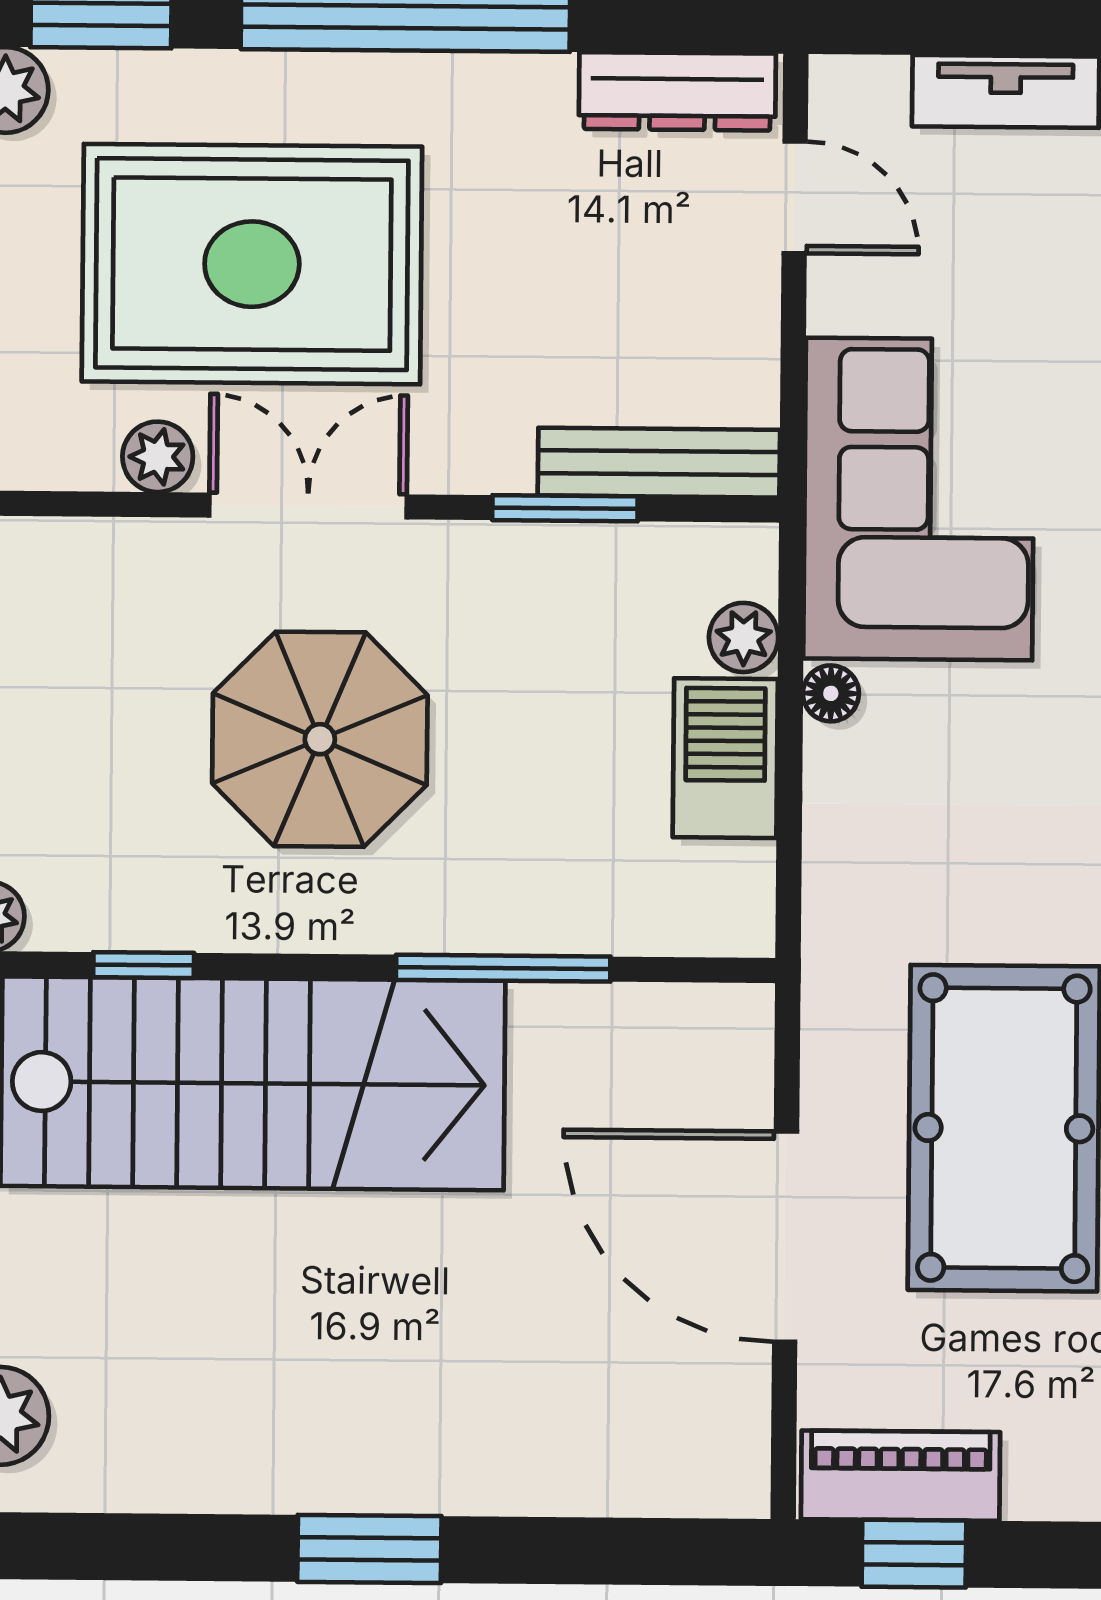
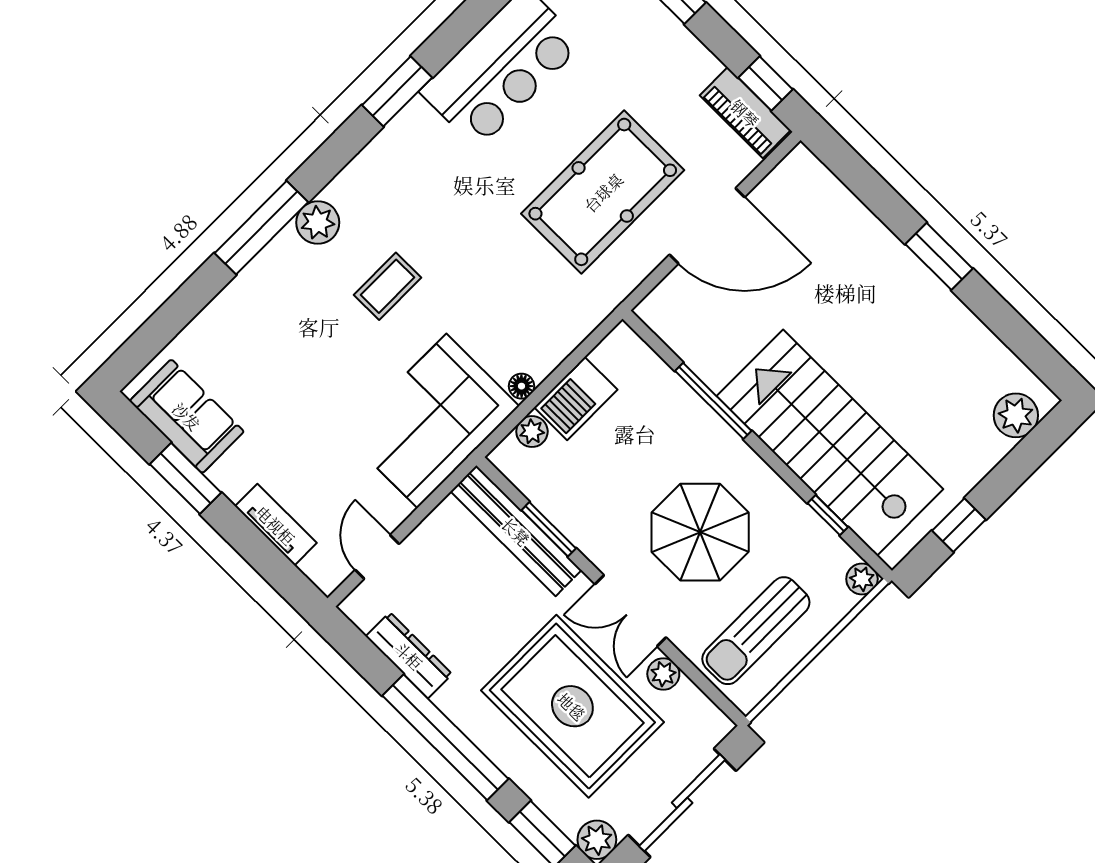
dresser: (677, 91) -> (409, 655), moved
bench: (659, 463) -> (516, 531), width x1.37, depth x1.21
sun lounger: (78, 669) -> (756, 631), added
door: (786, 1237) -> (707, 226), hinge flipped

